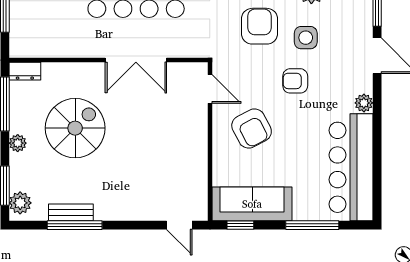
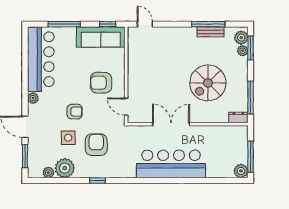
armchair: (260, 26) -> (96, 145), turned 180
armchair: (252, 128) -> (101, 83), turned -62
plant: (18, 143) -> (243, 51), moved

